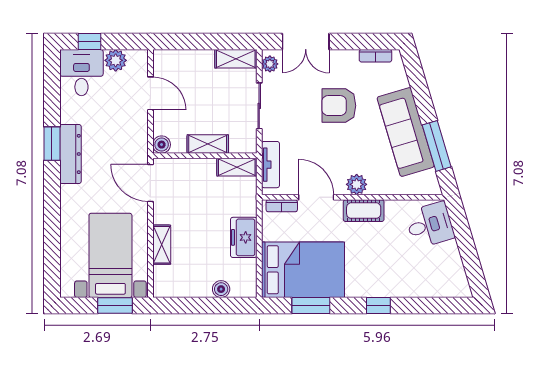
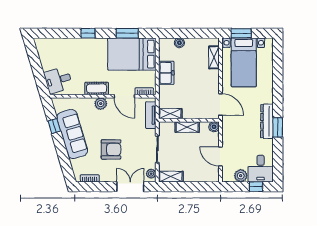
window: (437, 146) -> (54, 126), width x0.46
shelving: (162, 245) -> (214, 57), moved

